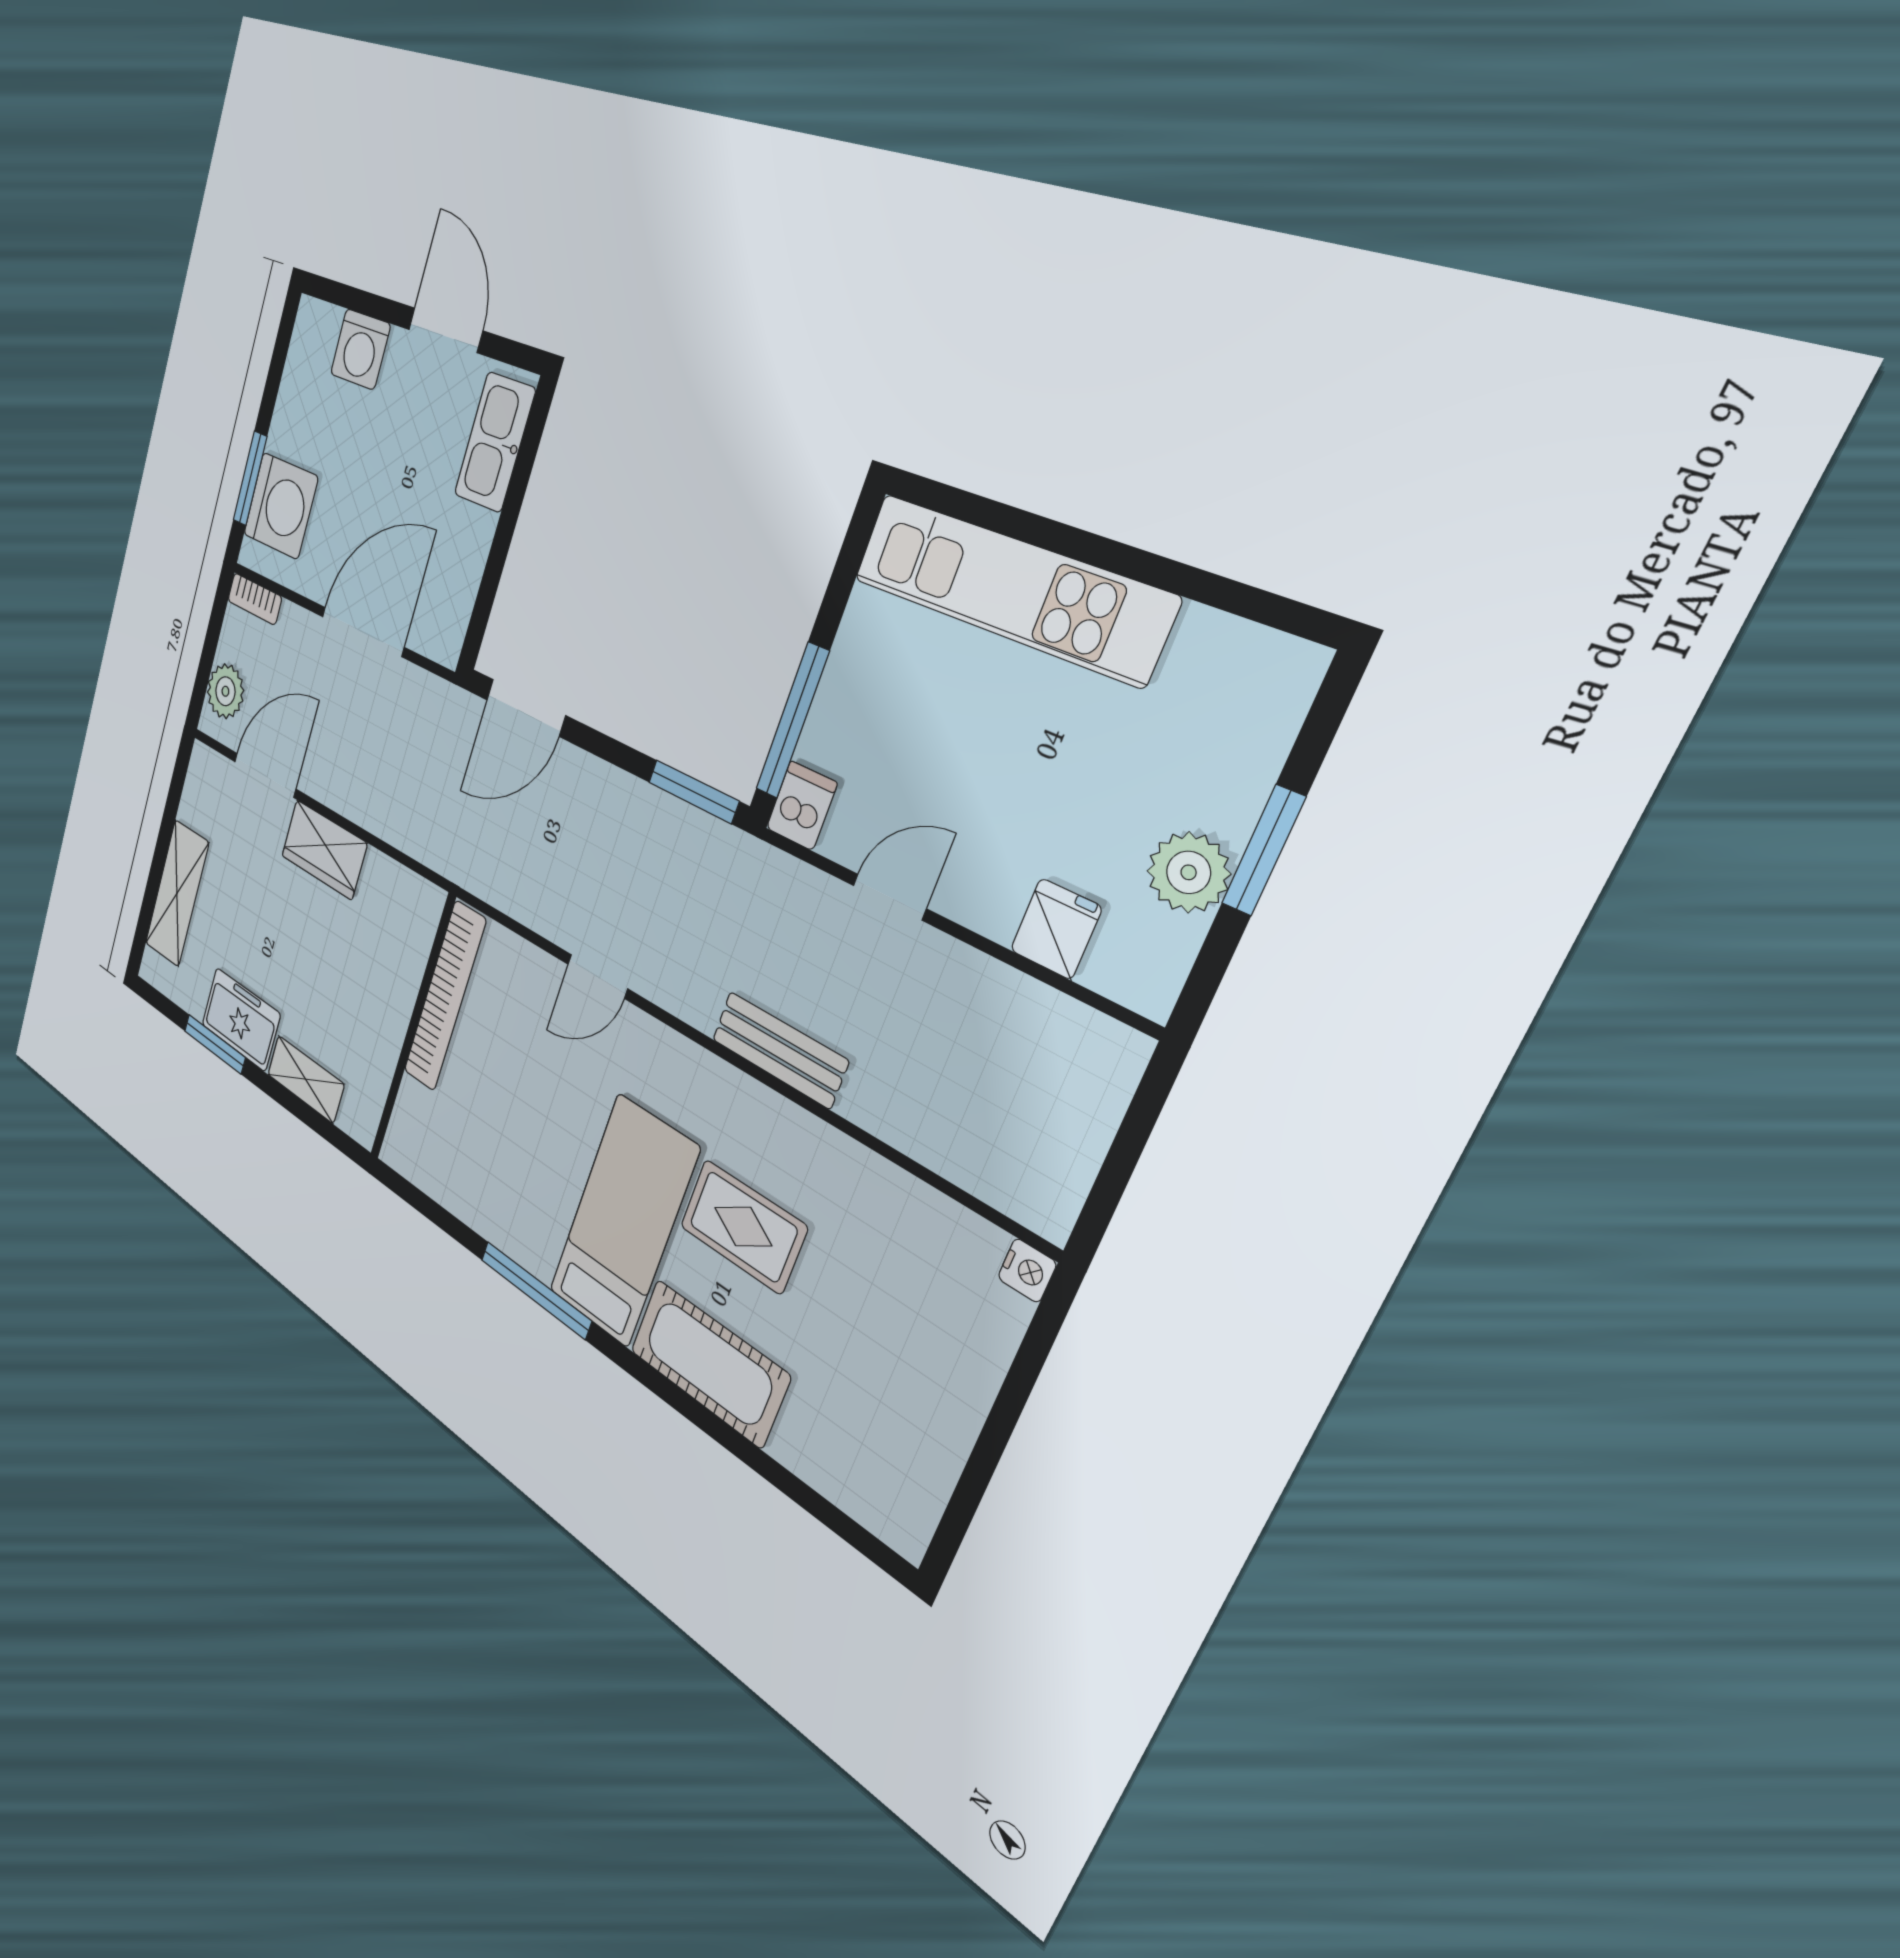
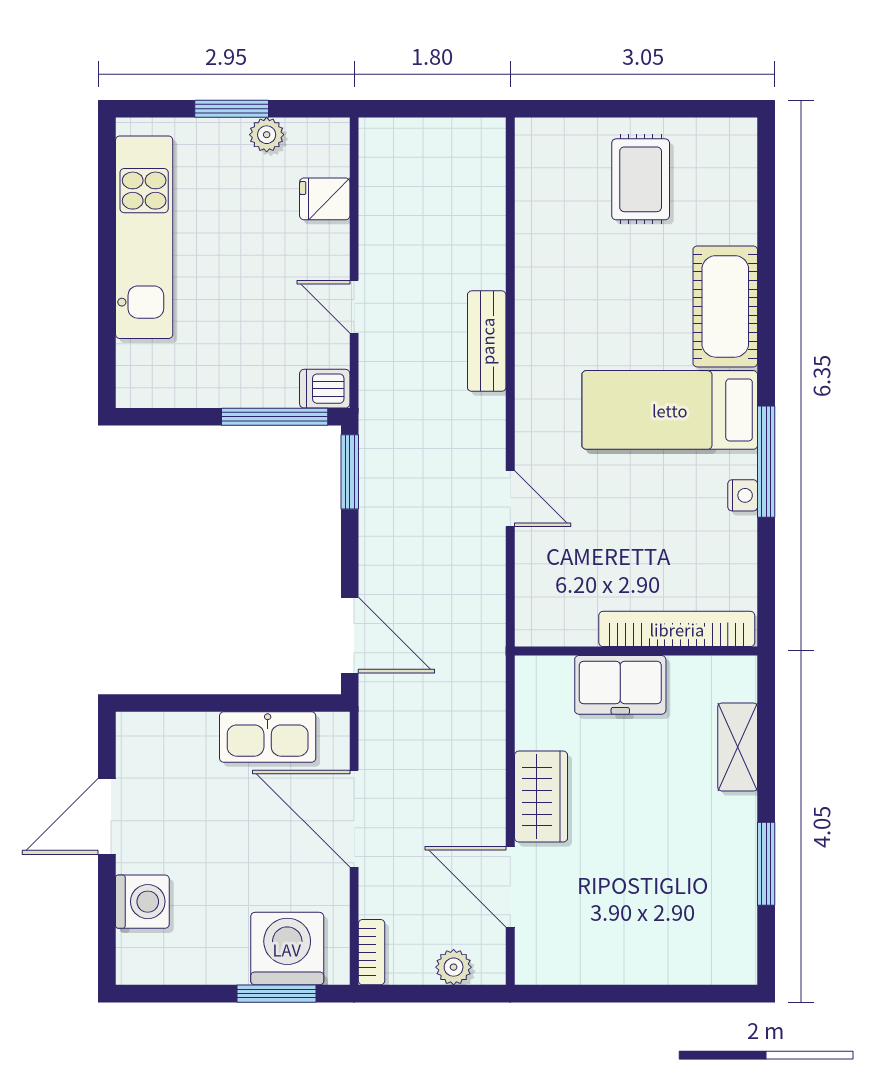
kitchen sink: (495, 442) -> (268, 737), moved
kitchen unit: (1009, 588) -> (144, 237), moved
plant: (225, 691) -> (454, 967), width x0.73, depth x0.73
plant: (1189, 872) -> (267, 135), width x0.73, depth x0.73
shelving: (177, 894) -> (659, 959), removed
bookcase: (445, 996) -> (677, 629), moved
freezer: (241, 1019) -> (620, 685), moved, turned -90
rug: (743, 1227) -> (641, 179), moved
nightstand: (1027, 1270) -> (743, 495), moved, turned 90

